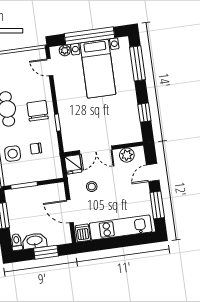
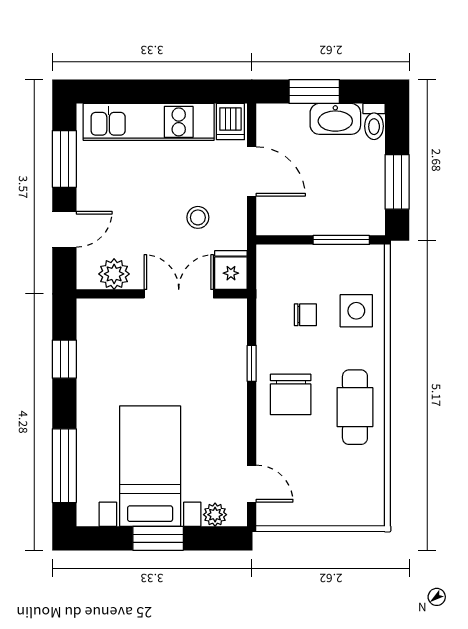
window: (90, 36) -> (158, 538), width x0.47

